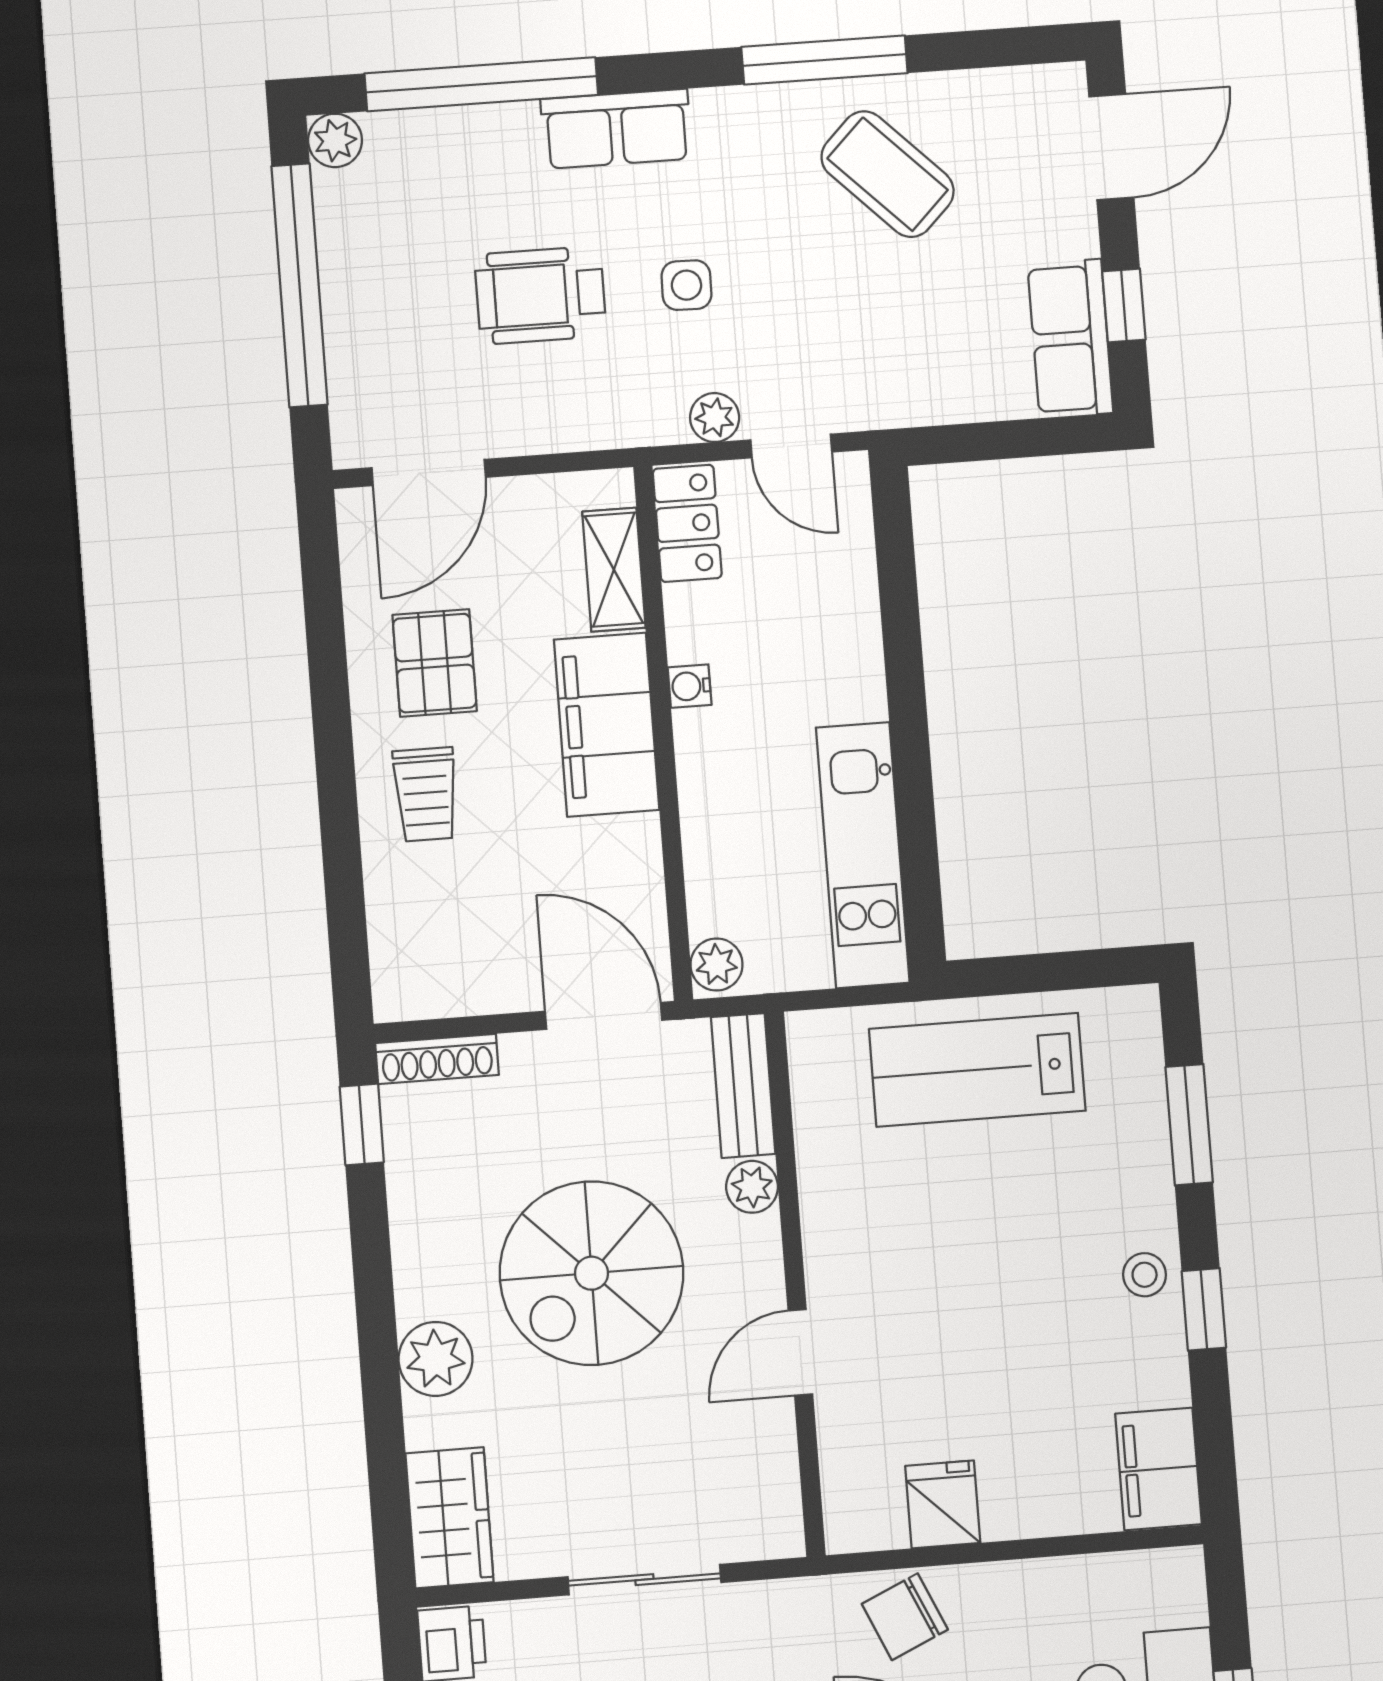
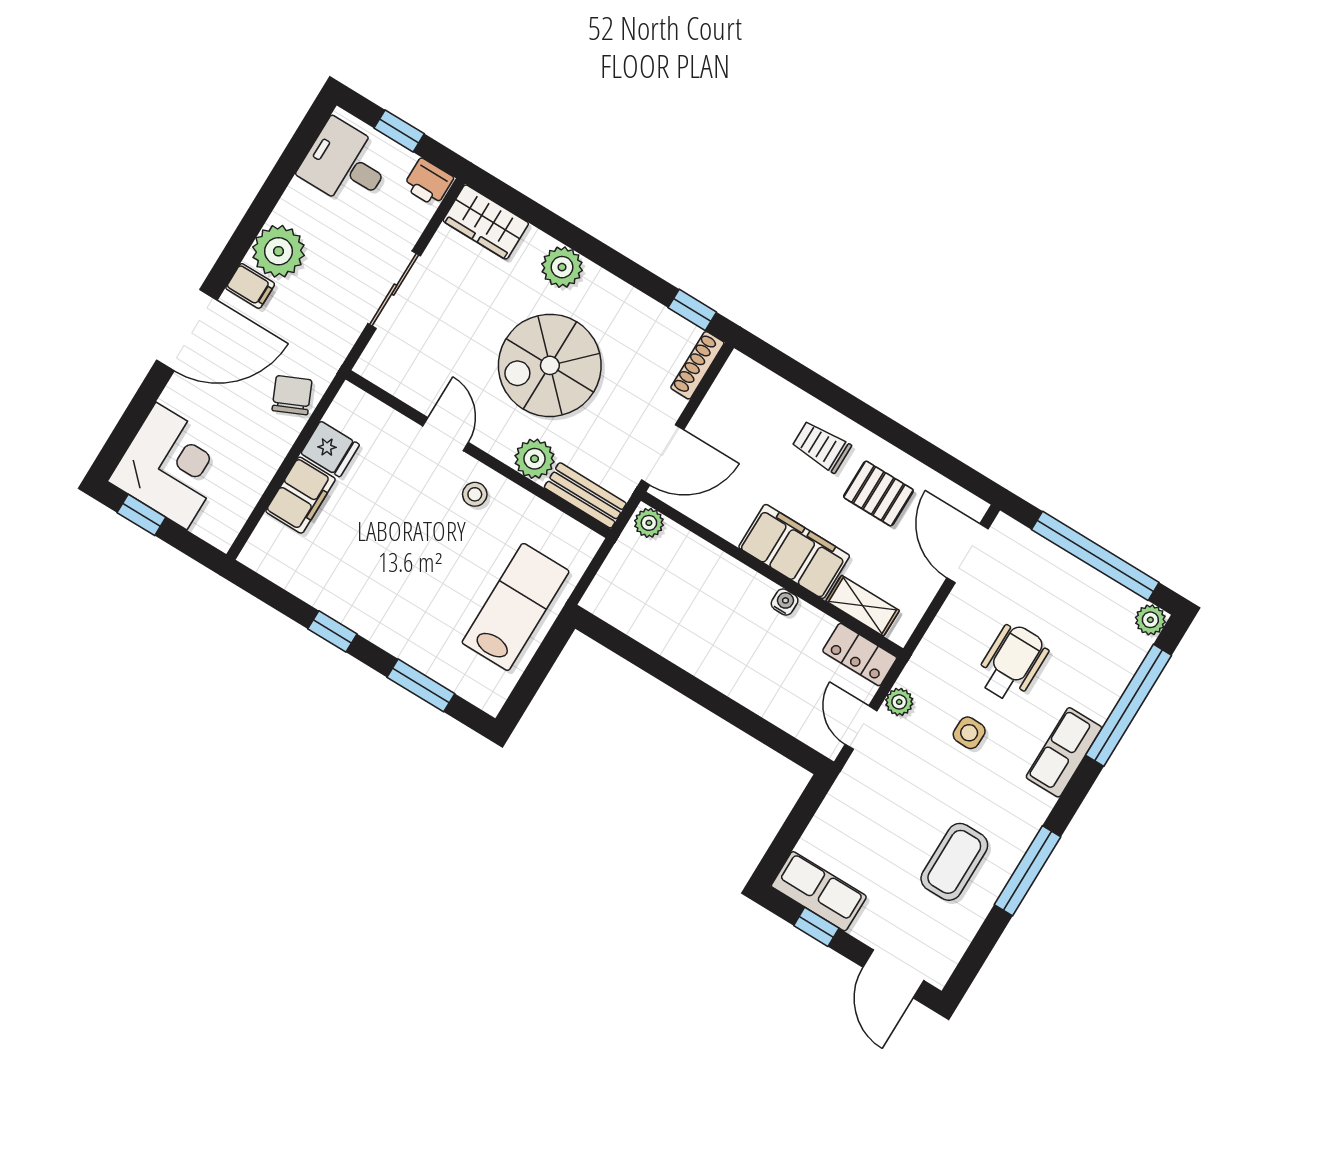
coffee table: (888, 174) -> (954, 862), turned -45
door: (791, 446) -> (861, 728), hinge flipped
kitchen unit: (863, 855) -> (651, 625), removed
plant: (752, 1187) -> (535, 459), width x1.38, depth x1.38
spiral stairs: (592, 1273) -> (550, 365), turned -90
stool: (1145, 1275) -> (475, 494), moved
filing cabinet: (1158, 1469) -> (301, 495), moved, turned 90

